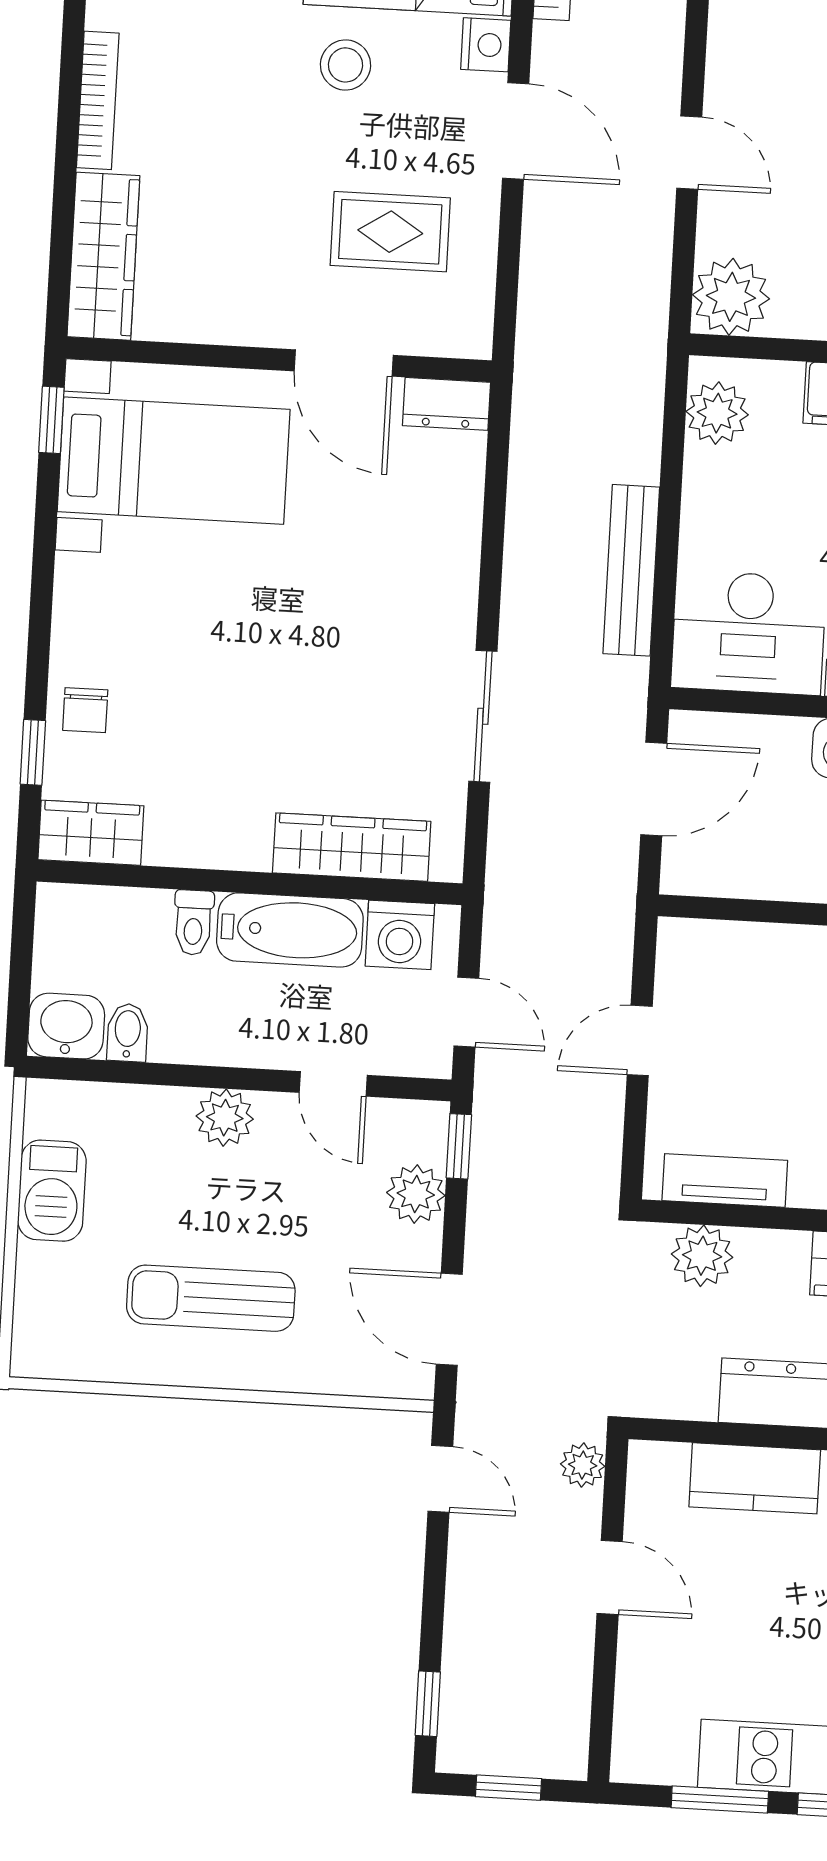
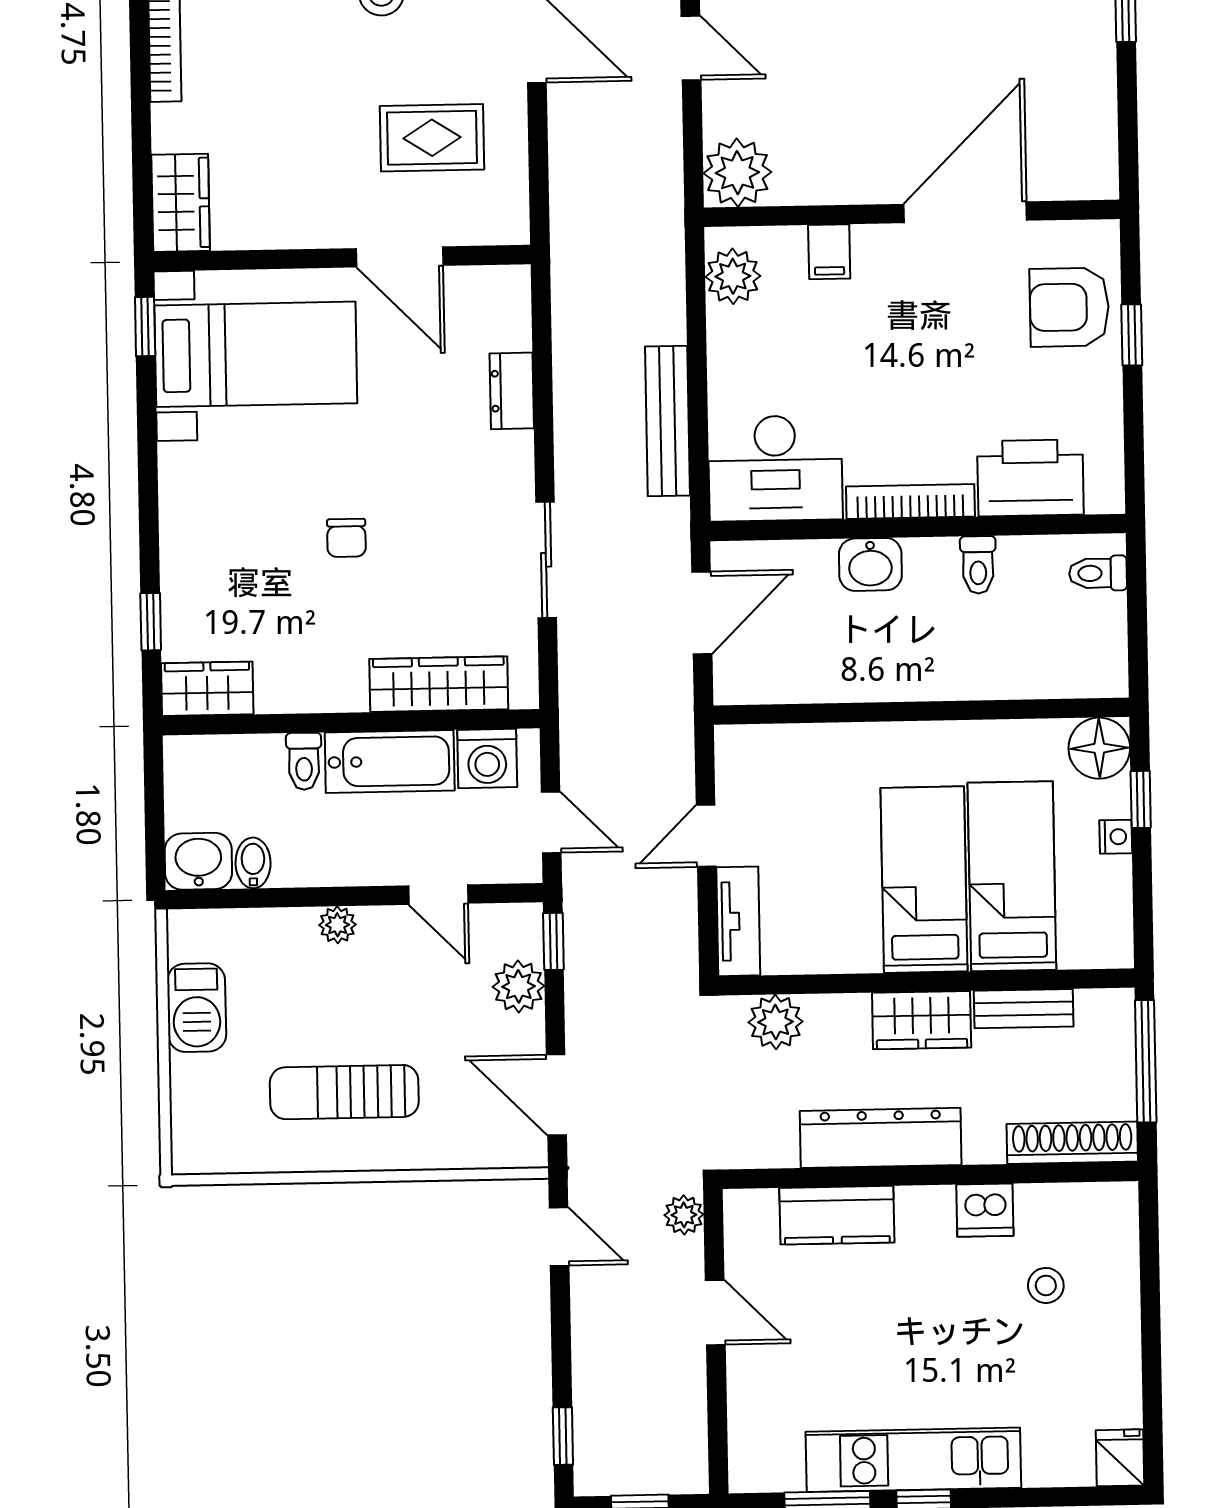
wardrobe: (103, 256) -> (181, 203), width x0.67
dresser: (447, 404) -> (512, 391), moved, turned 90
chair: (85, 710) -> (346, 538), moved
plant: (225, 1118) -> (337, 925), width x0.73, depth x0.73
tv unit: (725, 1181) -> (738, 921), moved, turned 90

